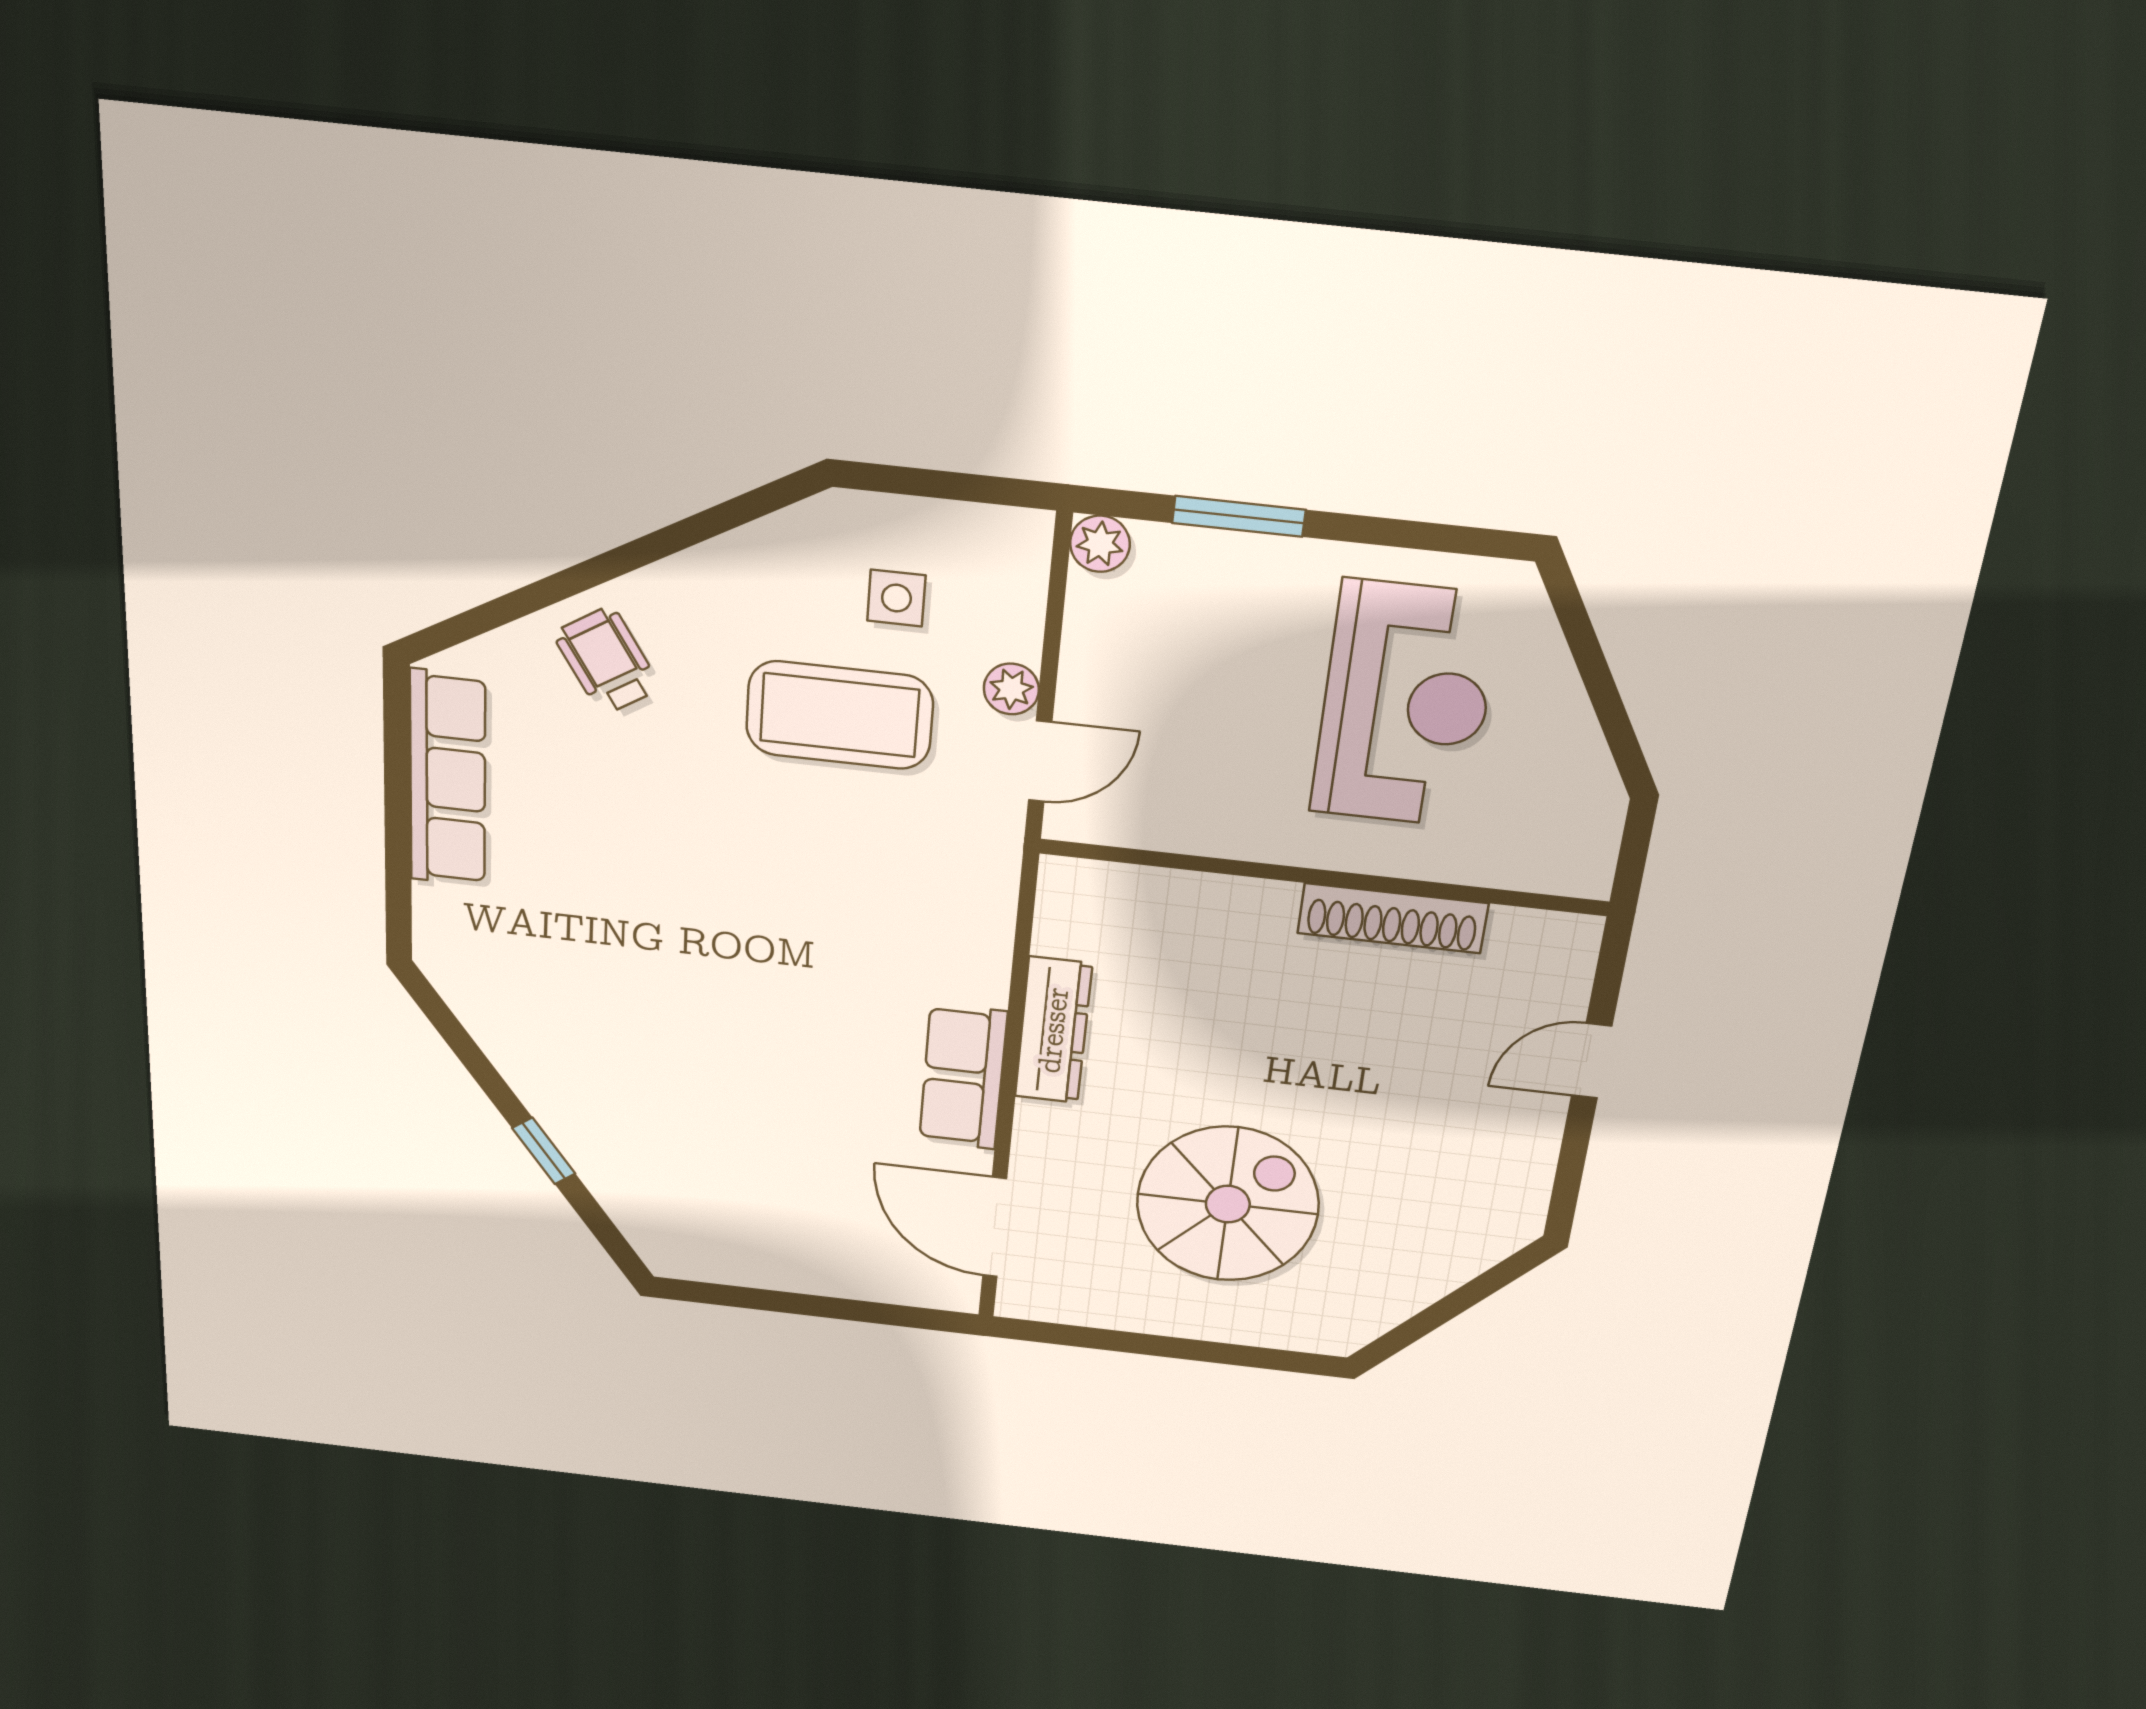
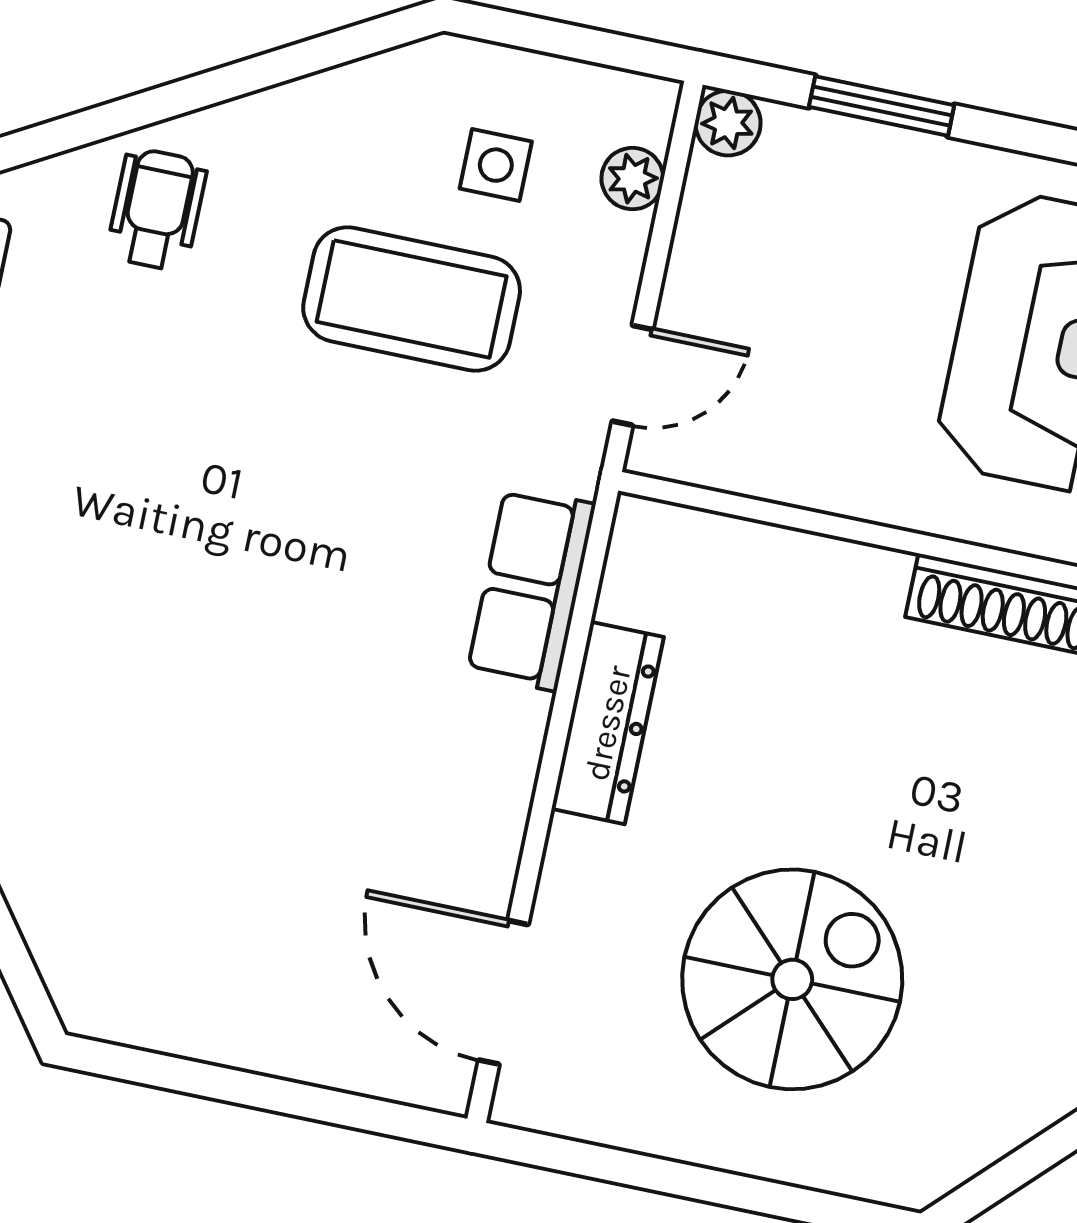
wheelchair: (607, 661) -> (157, 209), turned 32
plant: (1011, 689) -> (632, 179), moved
row of seats: (963, 1077) -> (531, 589), moved

